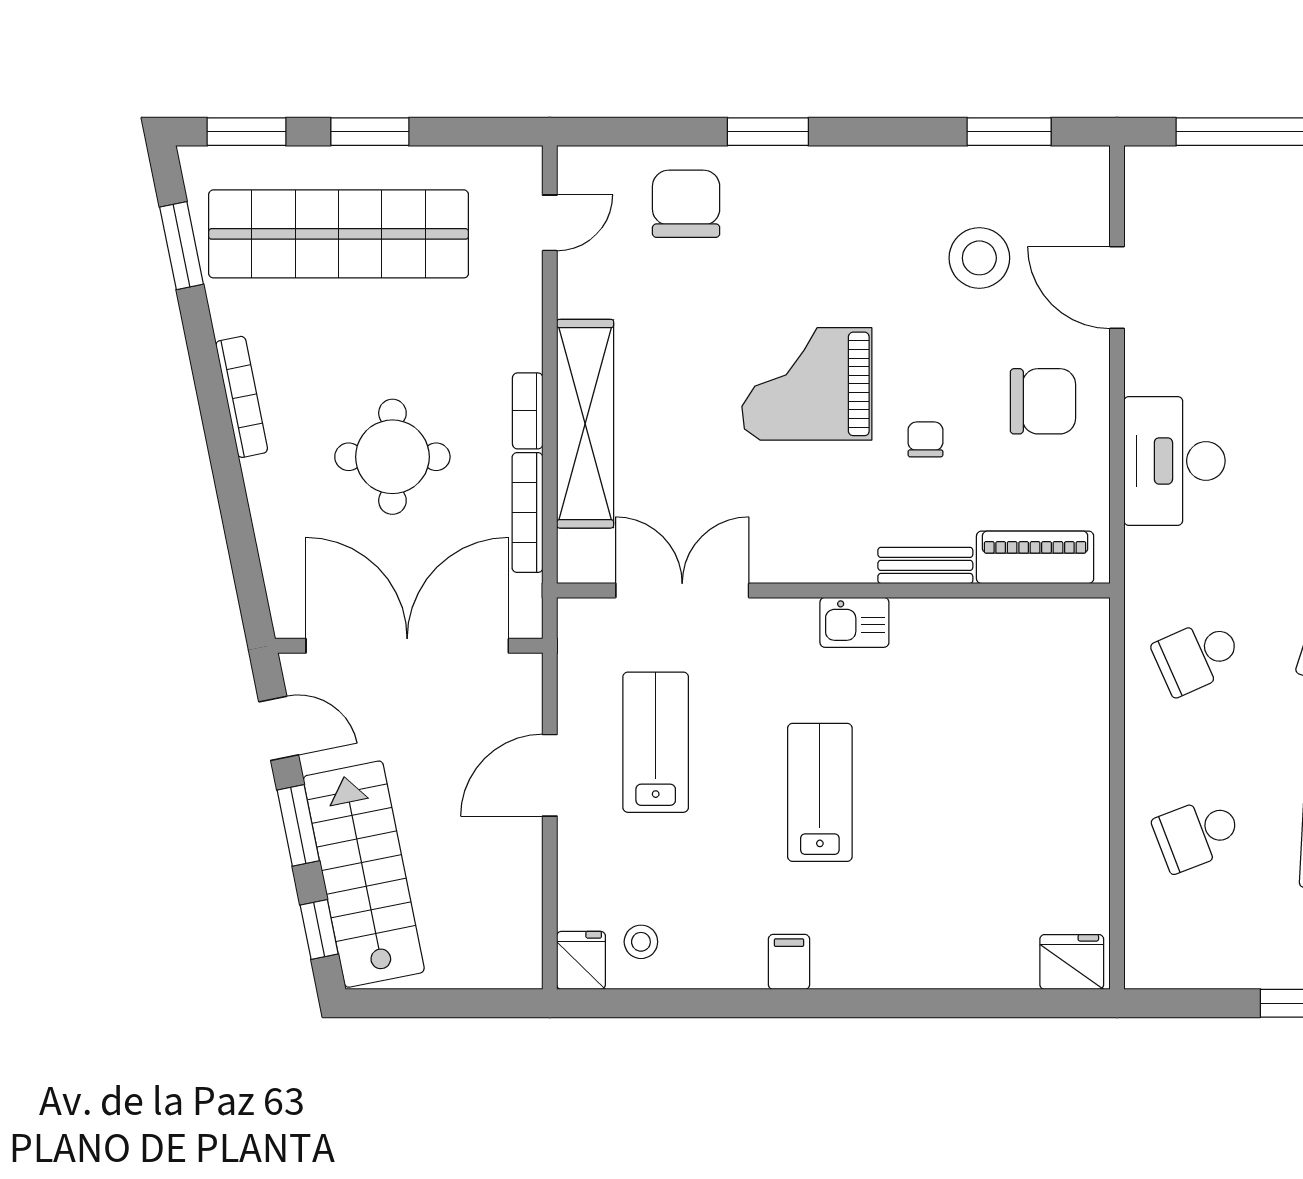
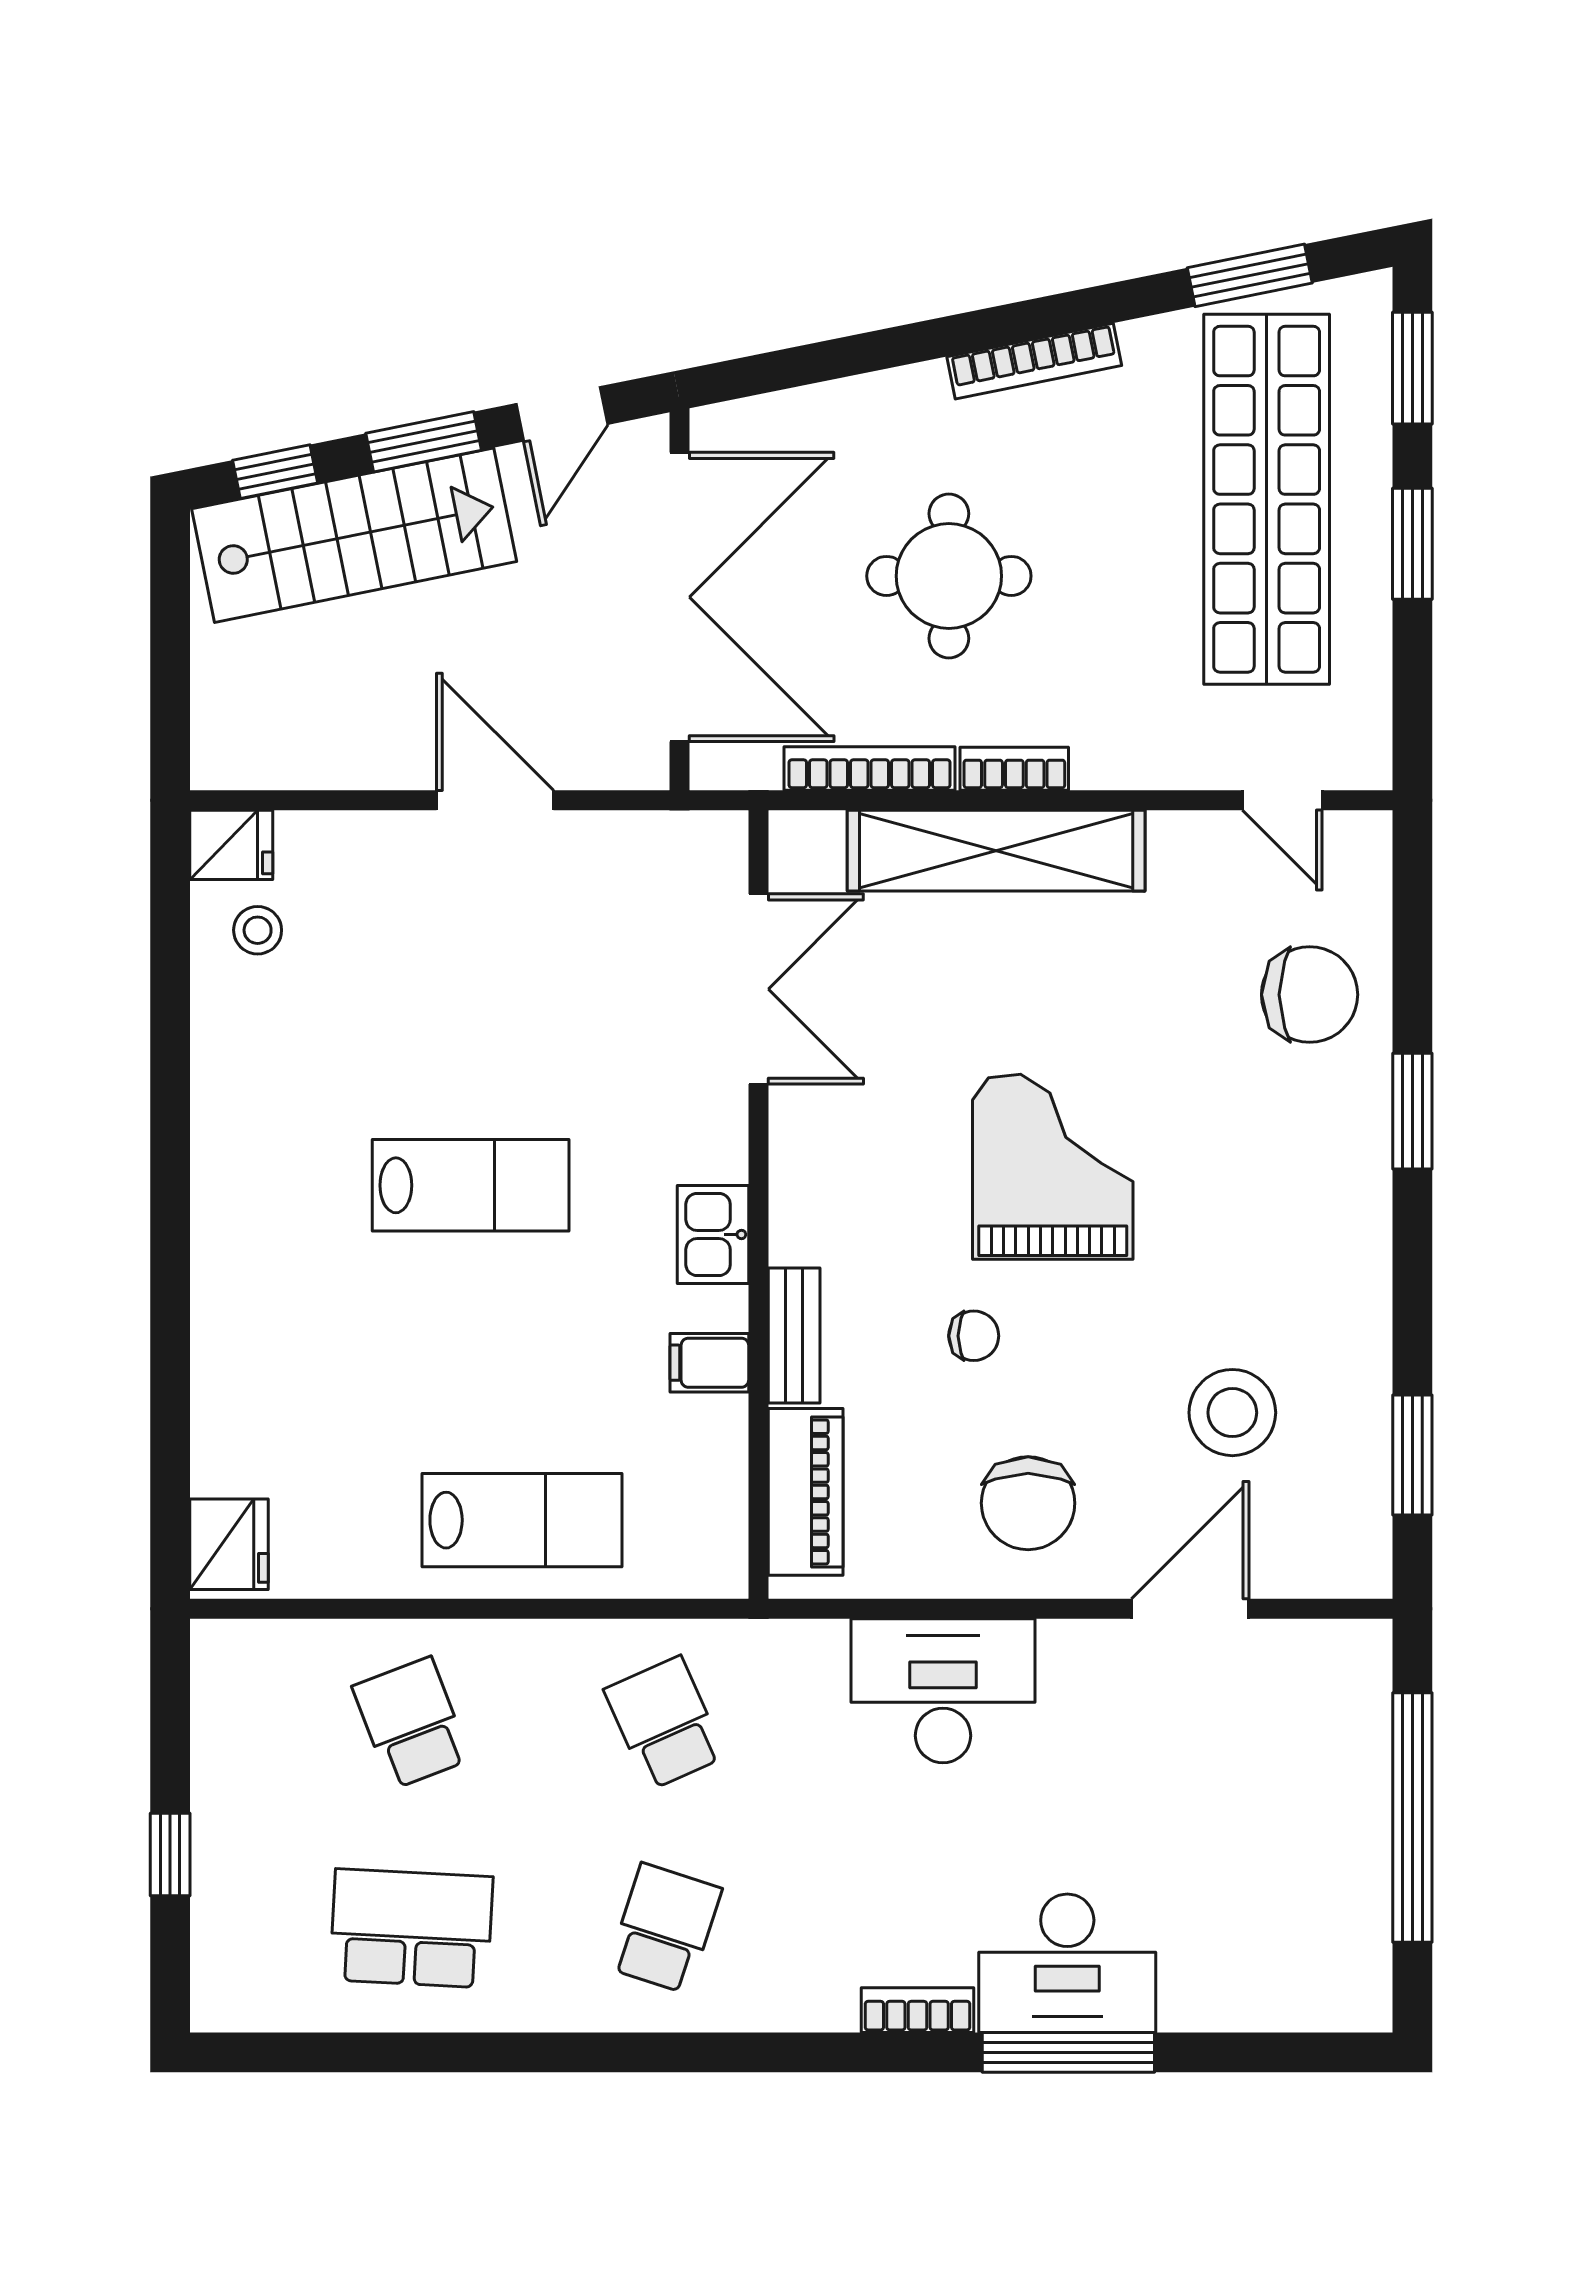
lab bench: (656, 742) -> (522, 1520), moved
filing cabinet: (789, 962) -> (709, 1363), moved, turned 180

